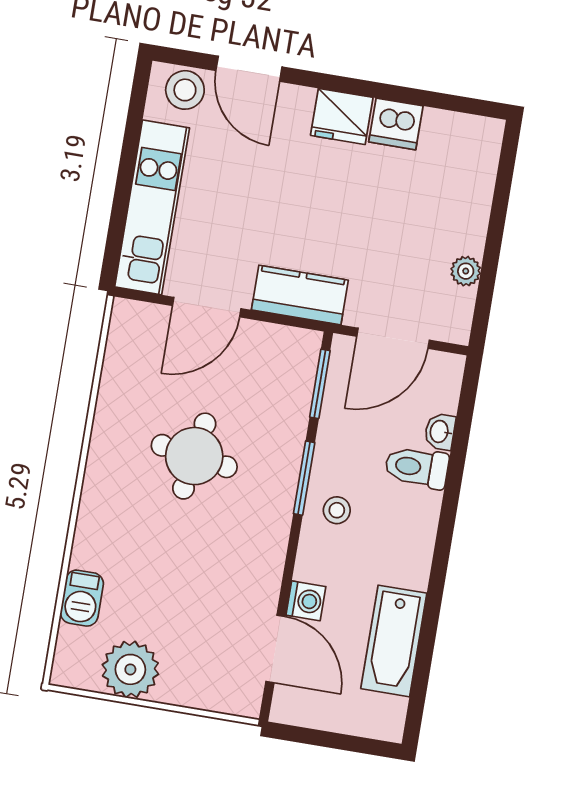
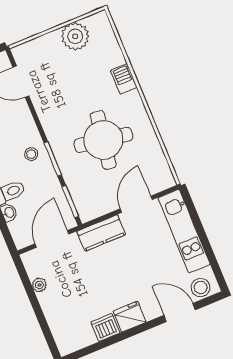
round table: (194, 456) -> (103, 140), width x1.36, depth x1.36
barbecue: (82, 598) -> (124, 79), moved
washing machine: (306, 601) -> (21, 109), removed

